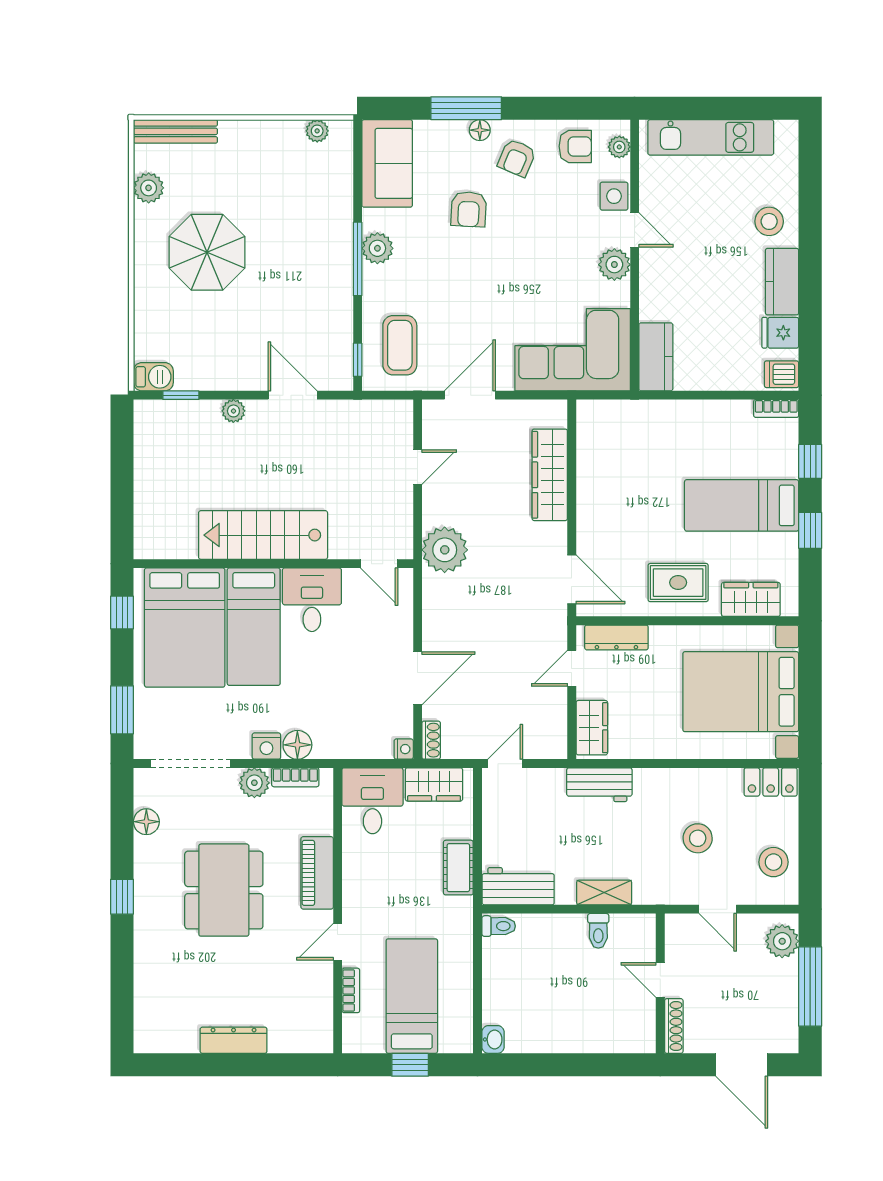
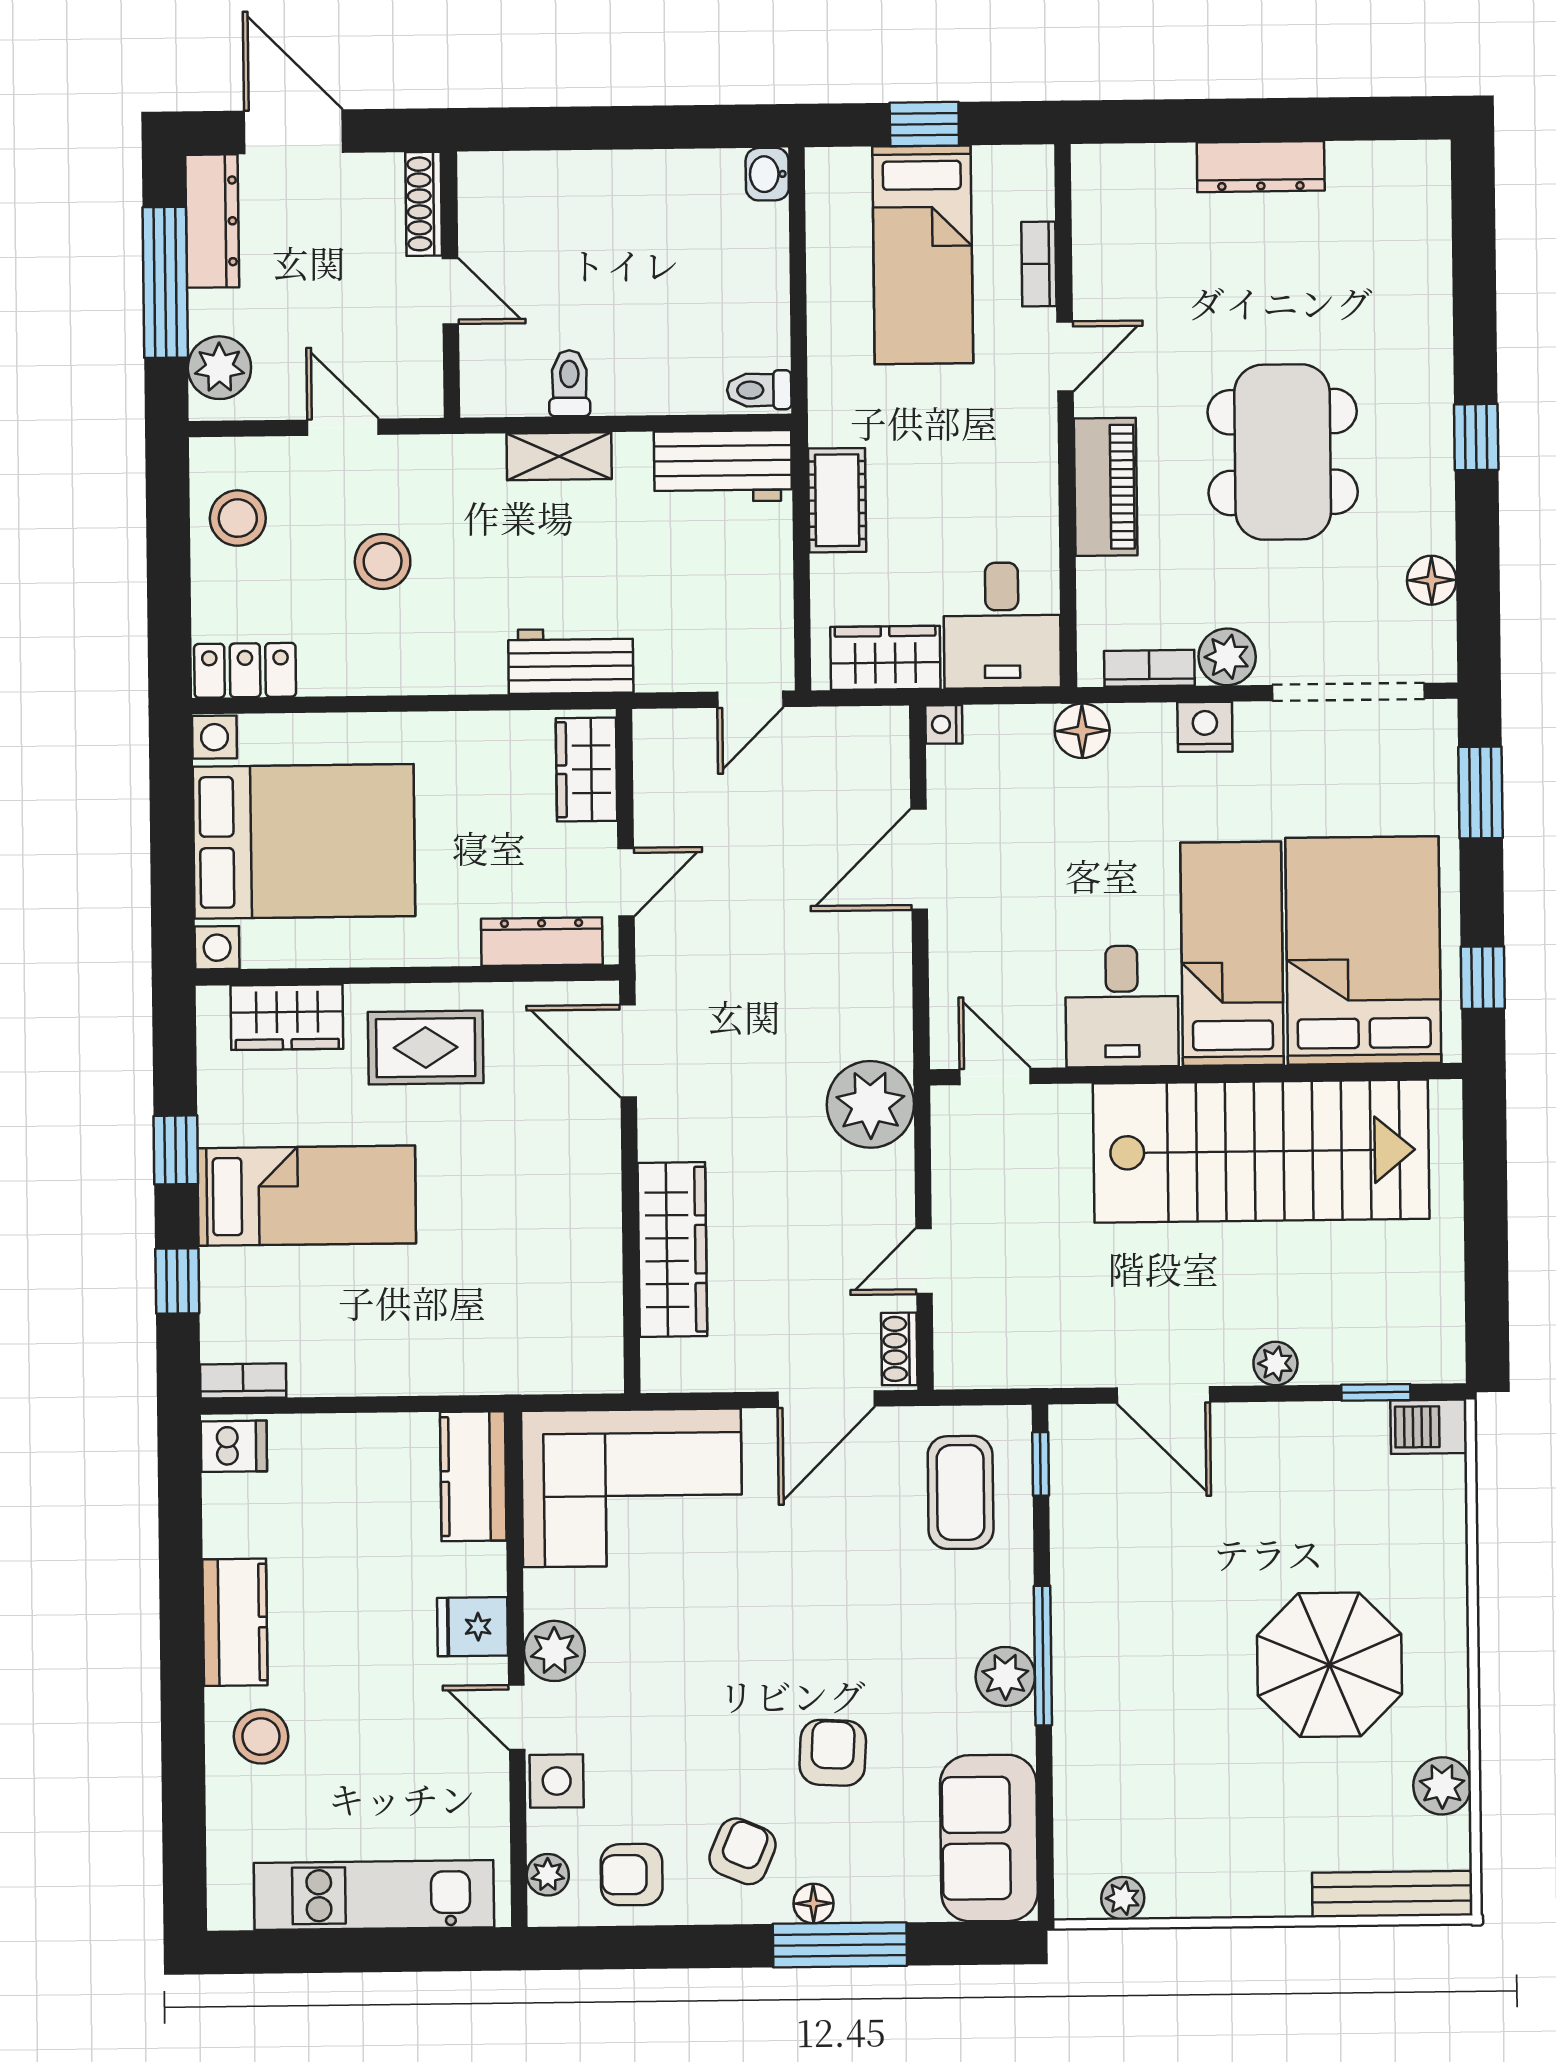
fridge: (780, 333) -> (472, 1627), moved, turned 180
stairs: (263, 535) -> (1261, 1151), width x1.36, depth x1.51
shoe rack: (431, 740) -> (899, 1349), moved
floor lamp: (297, 745) -> (1082, 731), moved
dresser: (785, 1018) -> (212, 221), added

